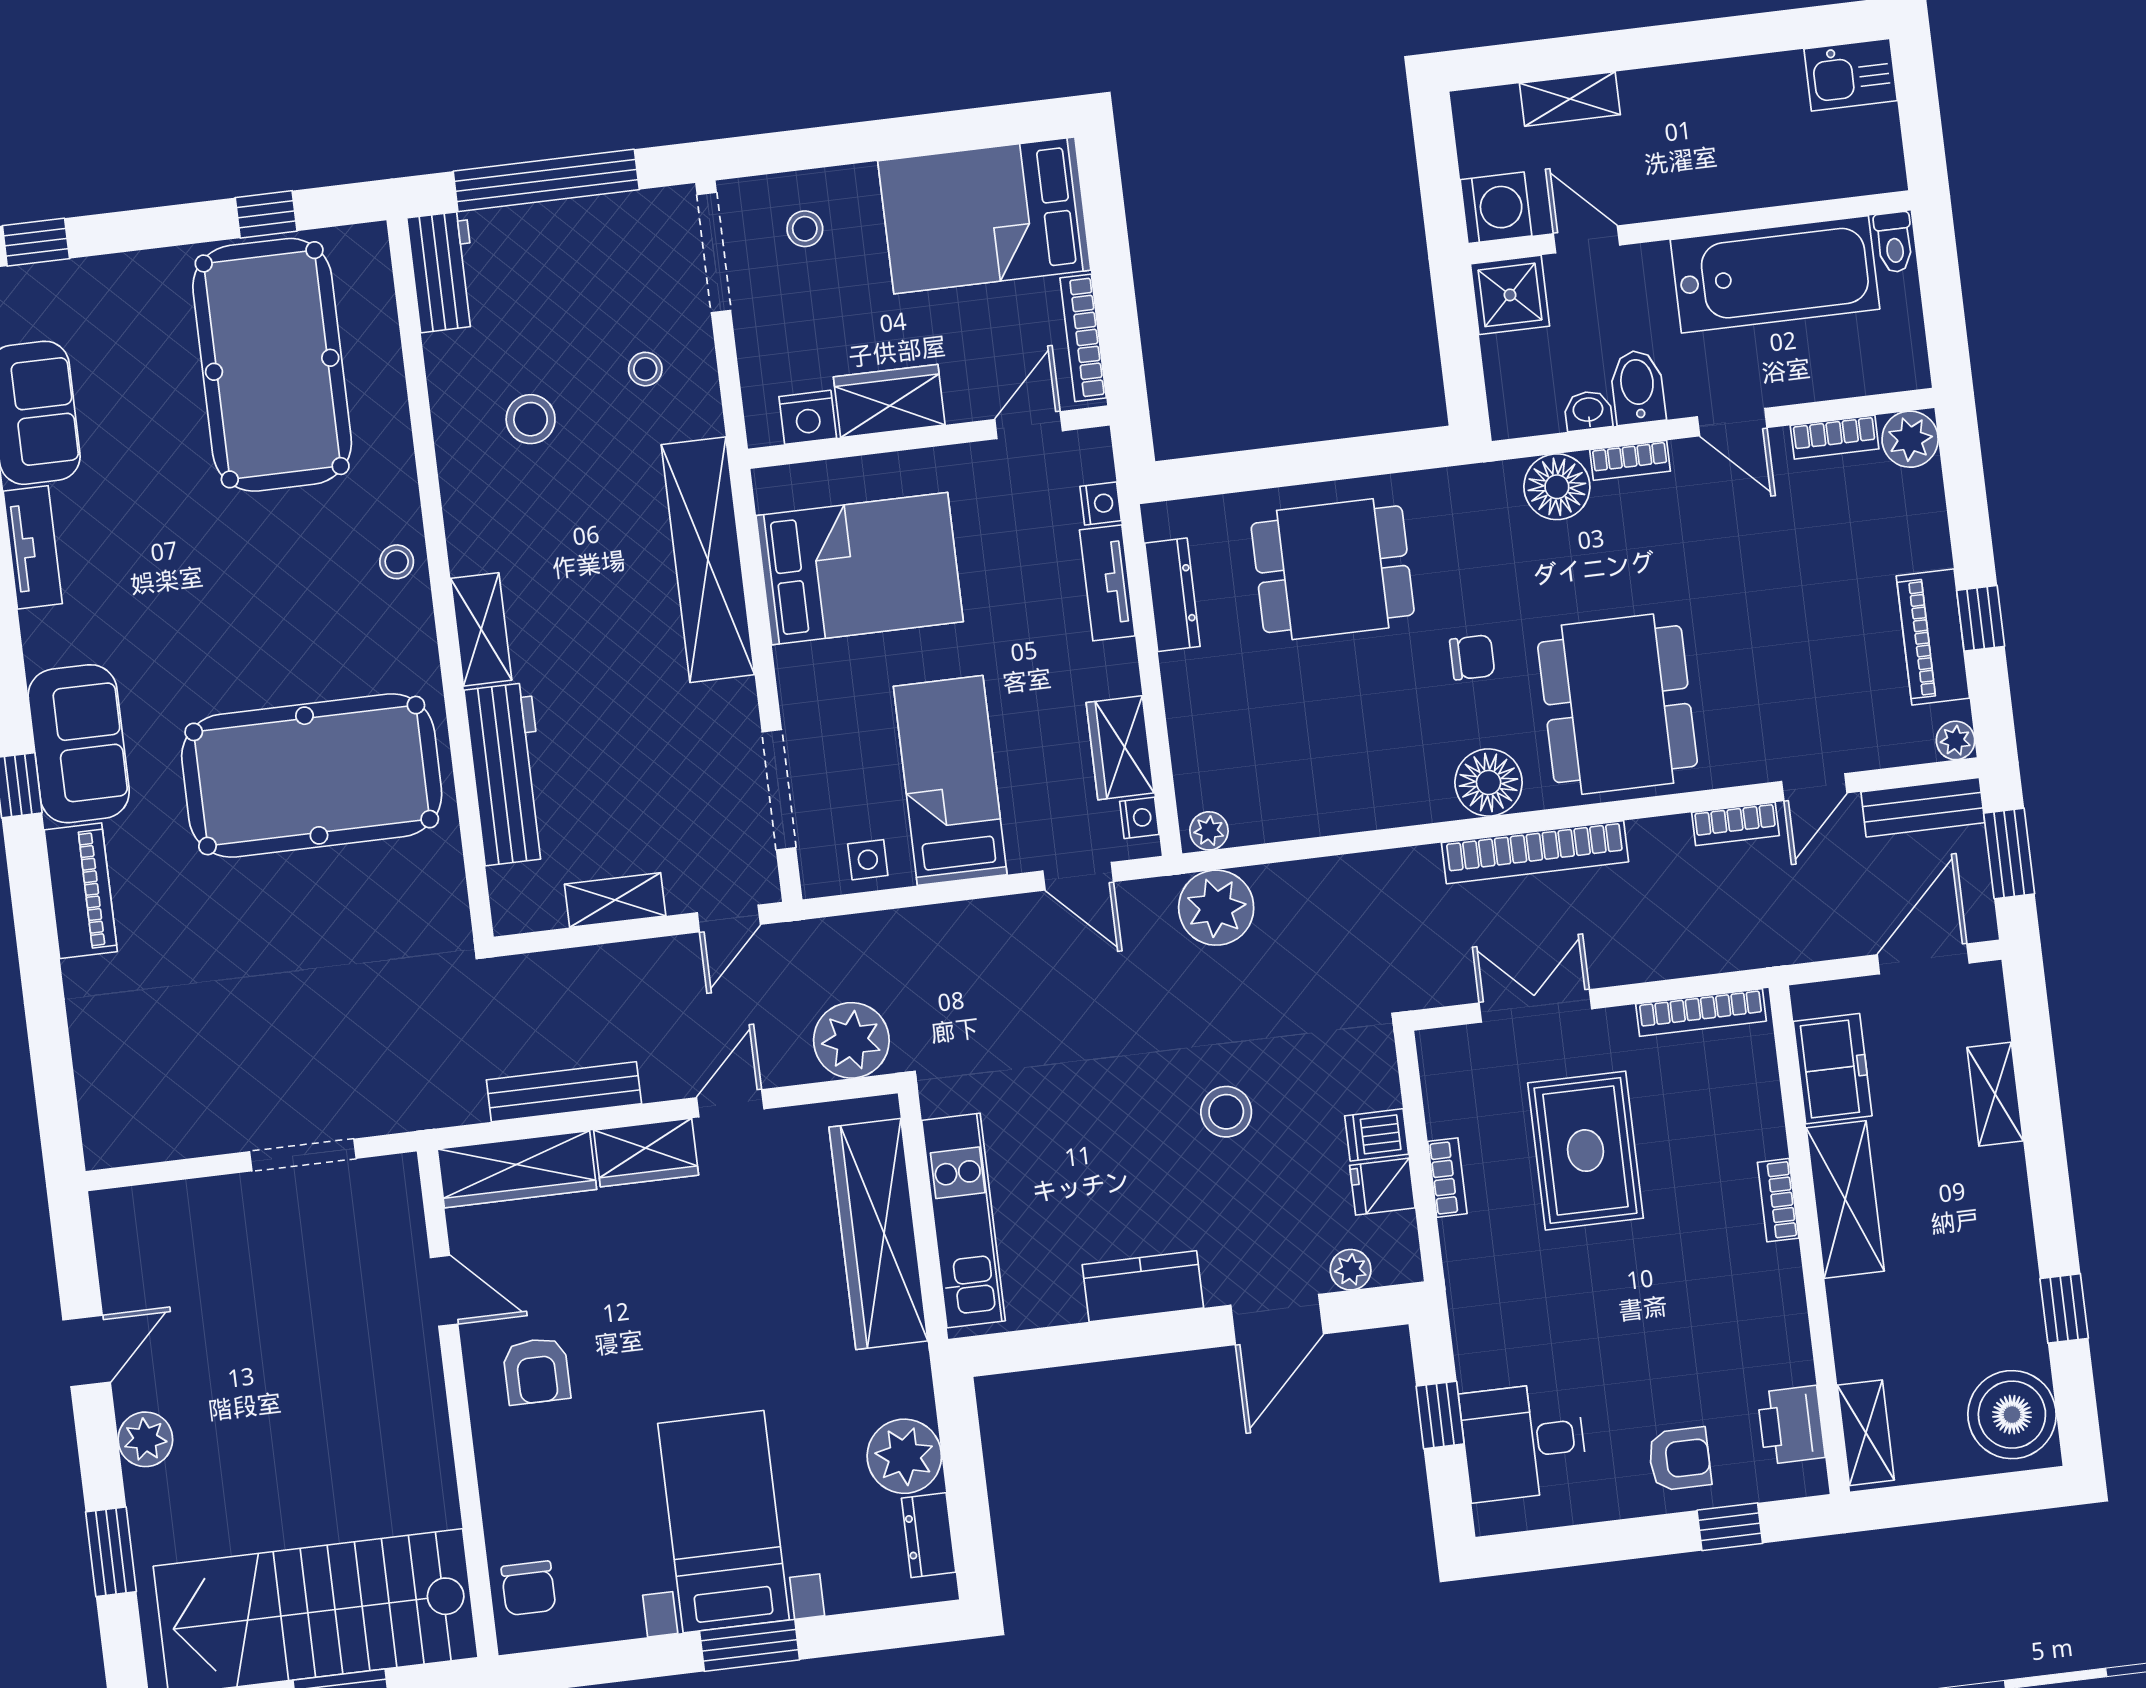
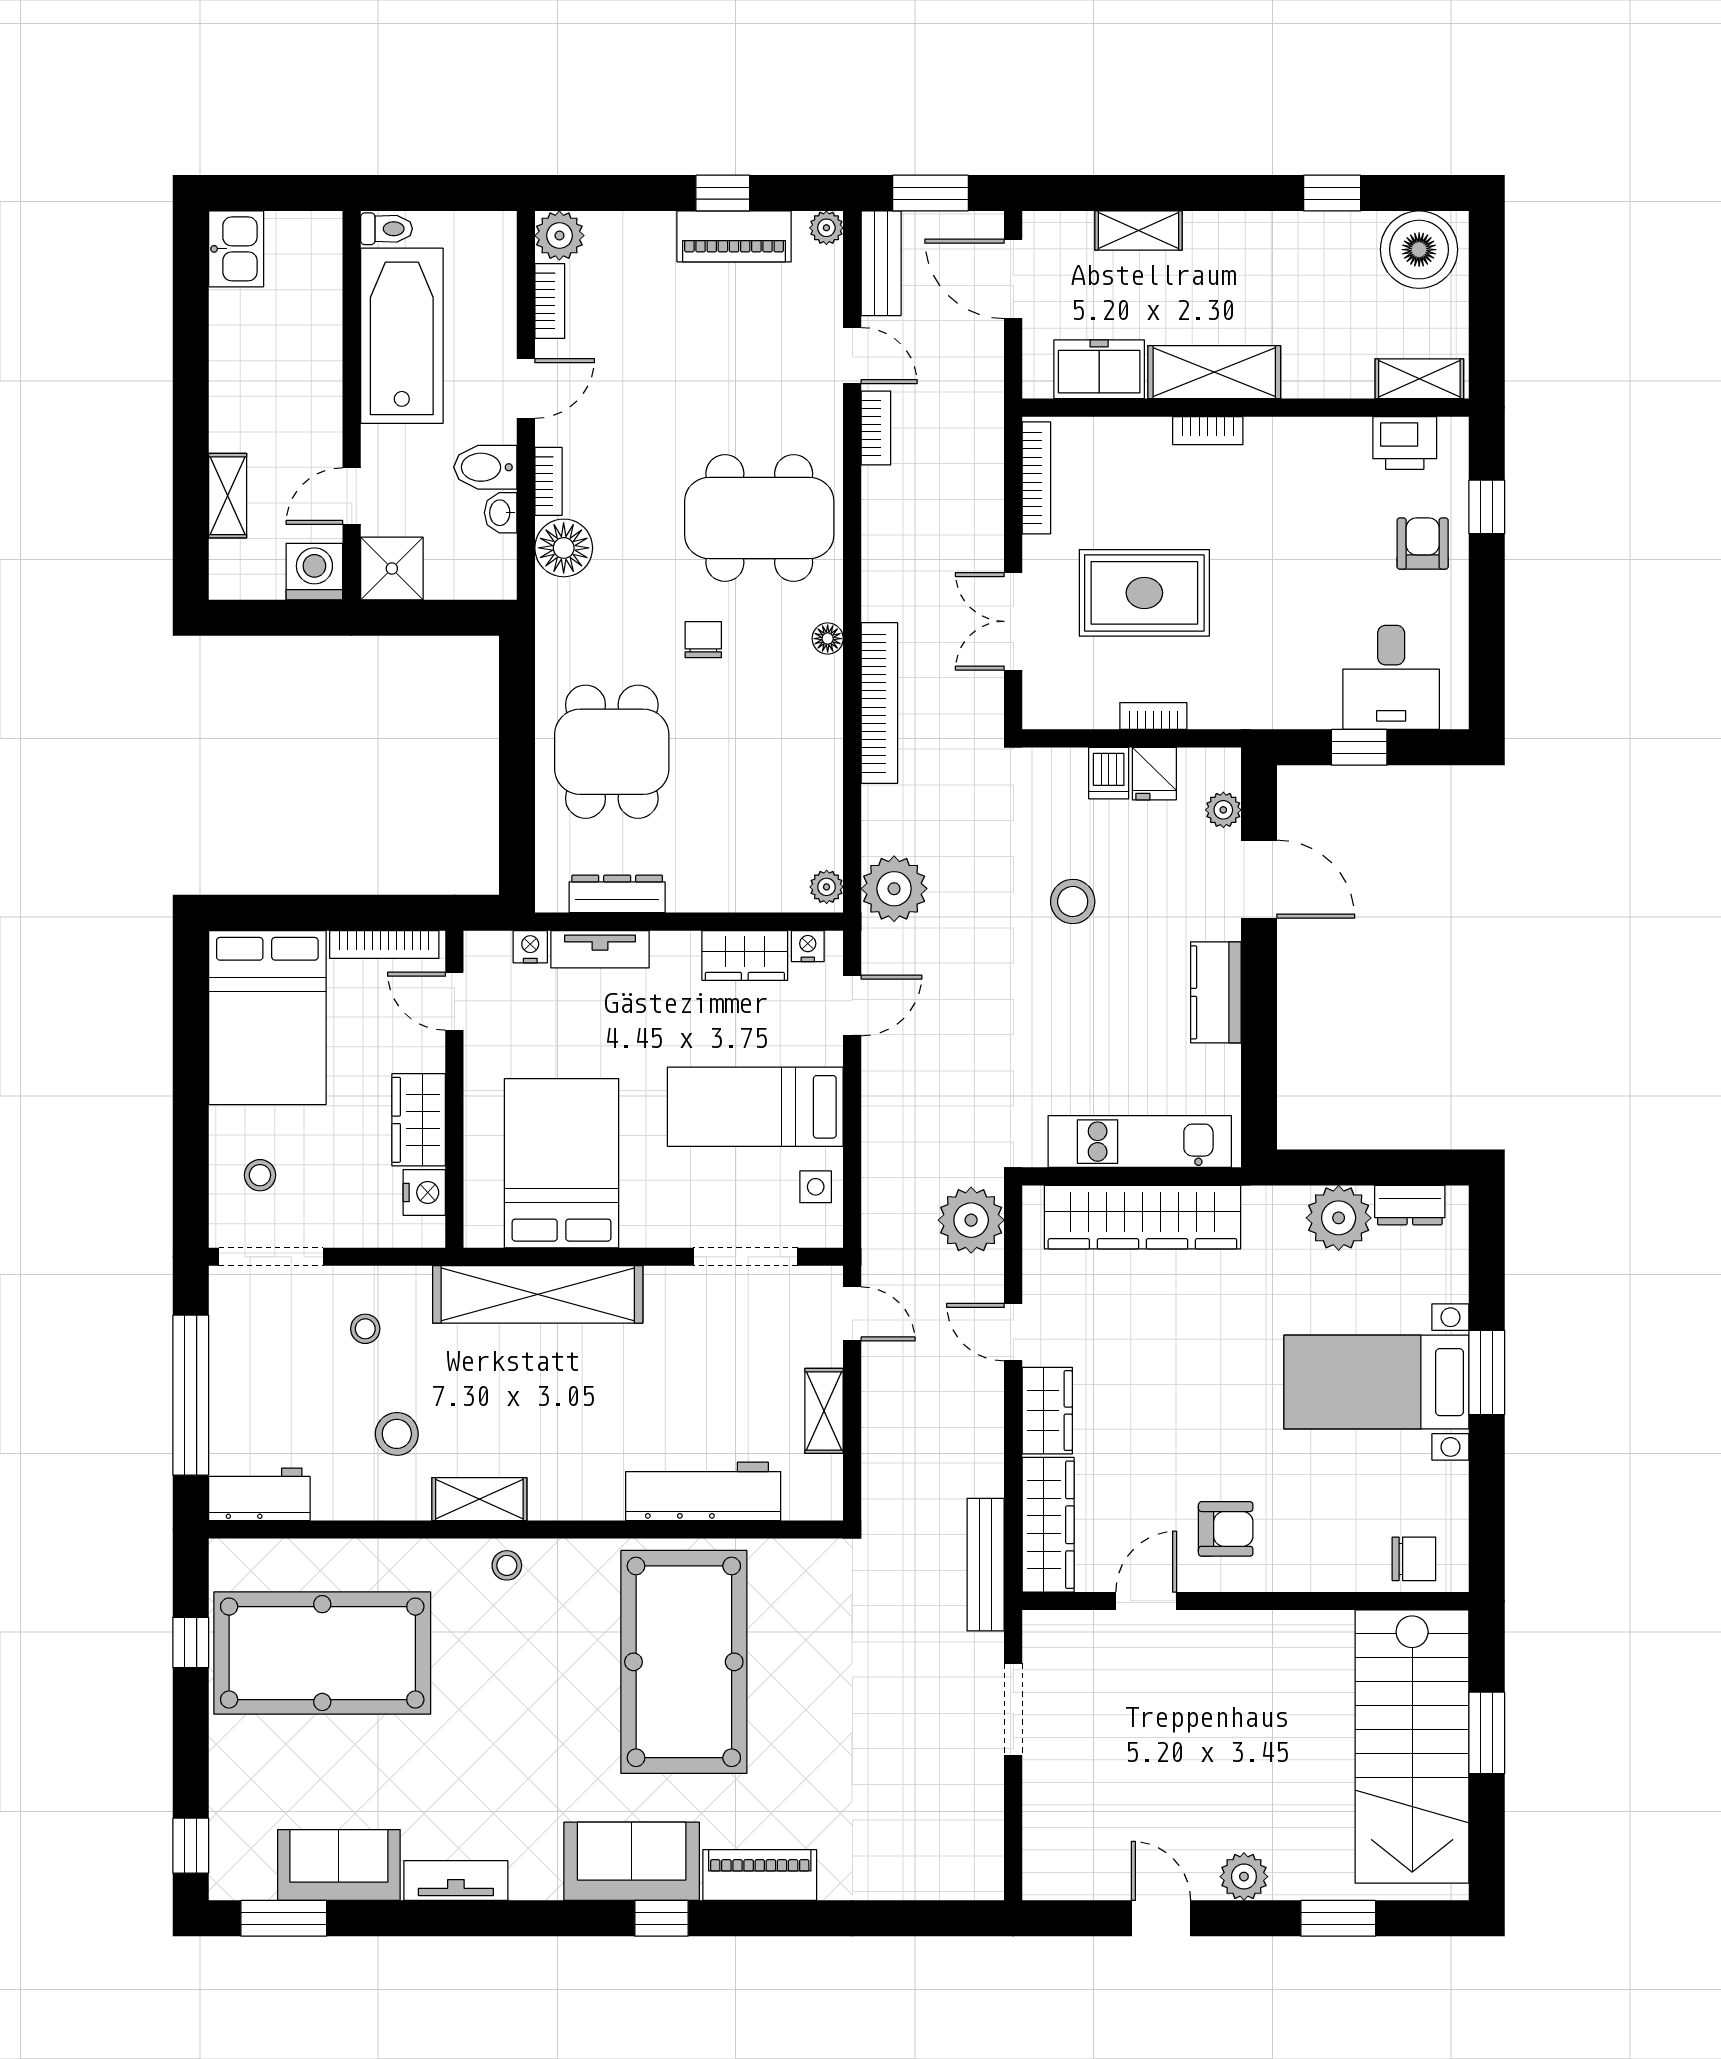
shelving: (481, 629) -> (479, 1499), moved
floor lamp: (1489, 783) -> (828, 639), width x0.53, depth x0.53
bookcase: (1535, 852) -> (879, 703), moved
bench: (564, 1092) -> (986, 1565), moved

